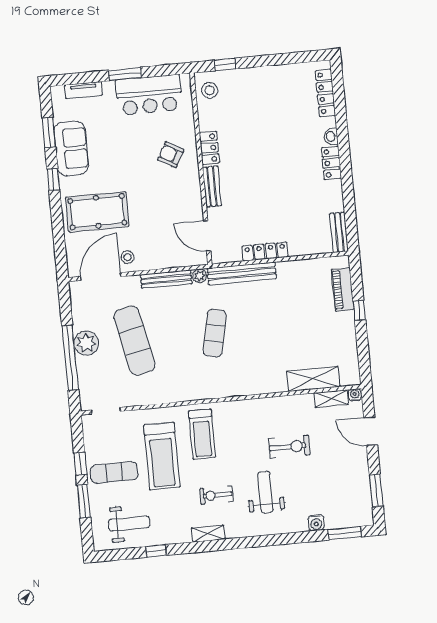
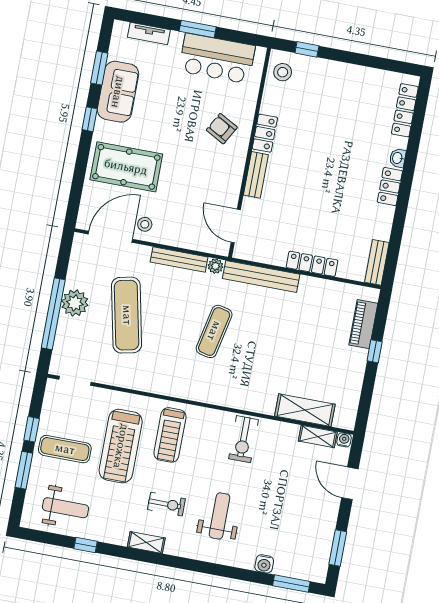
locker: (265, 251) -> (312, 264), moved
exercise bike: (289, 447) -> (243, 439), moved, turned 90
exercise bike: (216, 495) -> (166, 504), turned 180

